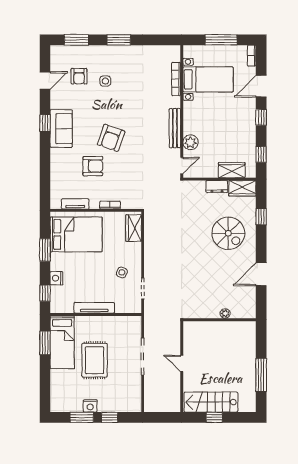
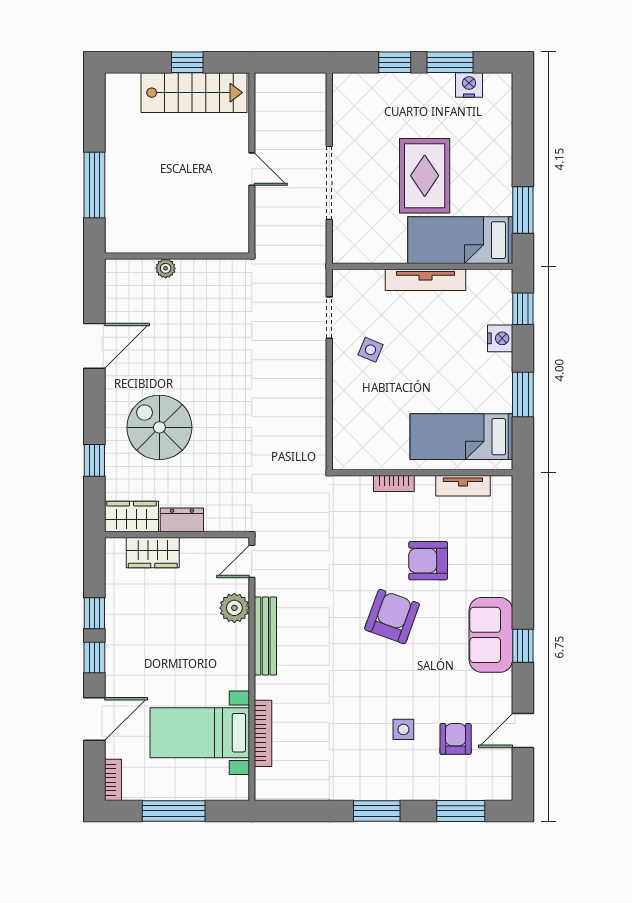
window: (261, 154) -> (94, 613), moved
wardrobe: (134, 228) -> (347, 438), removed
bed: (76, 234) -> (461, 437), width x0.67
bed: (62, 342) -> (460, 240), moved, turned -90
window: (261, 375) -> (94, 185), moved
nightstand: (90, 406) -> (469, 85), moved

